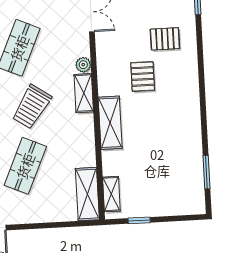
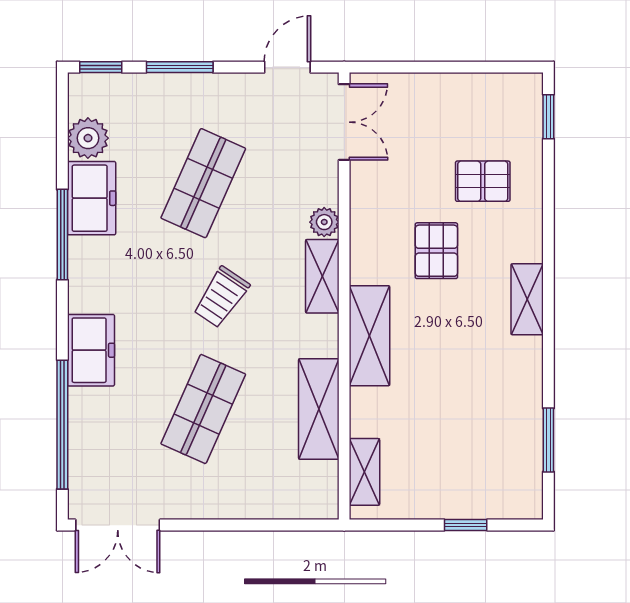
shelving: (191, 99) -> (527, 299), added
trolley: (32, 107) -> (221, 297), width x0.73, depth x0.72
shelving: (87, 194) -> (319, 409), moved
window: (139, 220) -> (466, 525), moved

